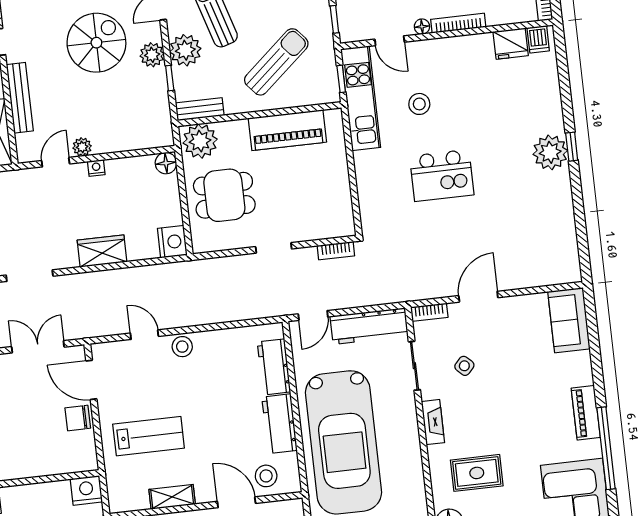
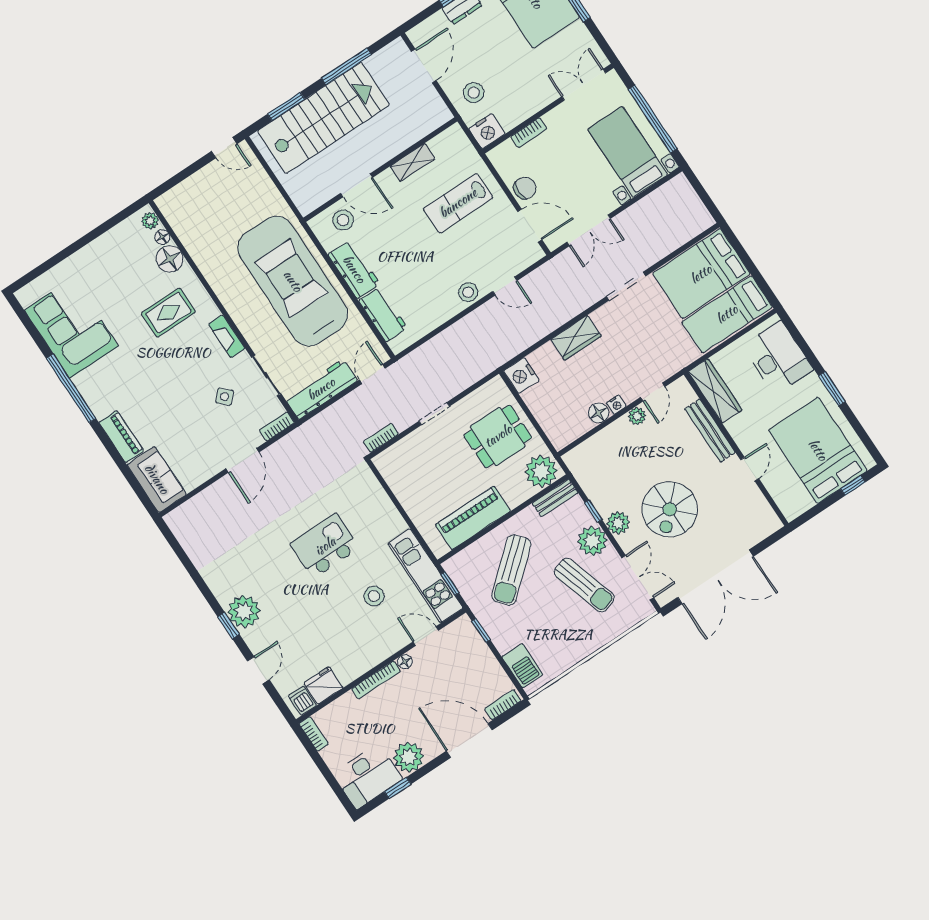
door: (565, 90) -> (258, 670), added
floor lamp: (166, 163) -> (599, 413), moved
piano: (586, 413) -> (121, 437), moved
bookcase: (47, 469) -> (529, 133), added

